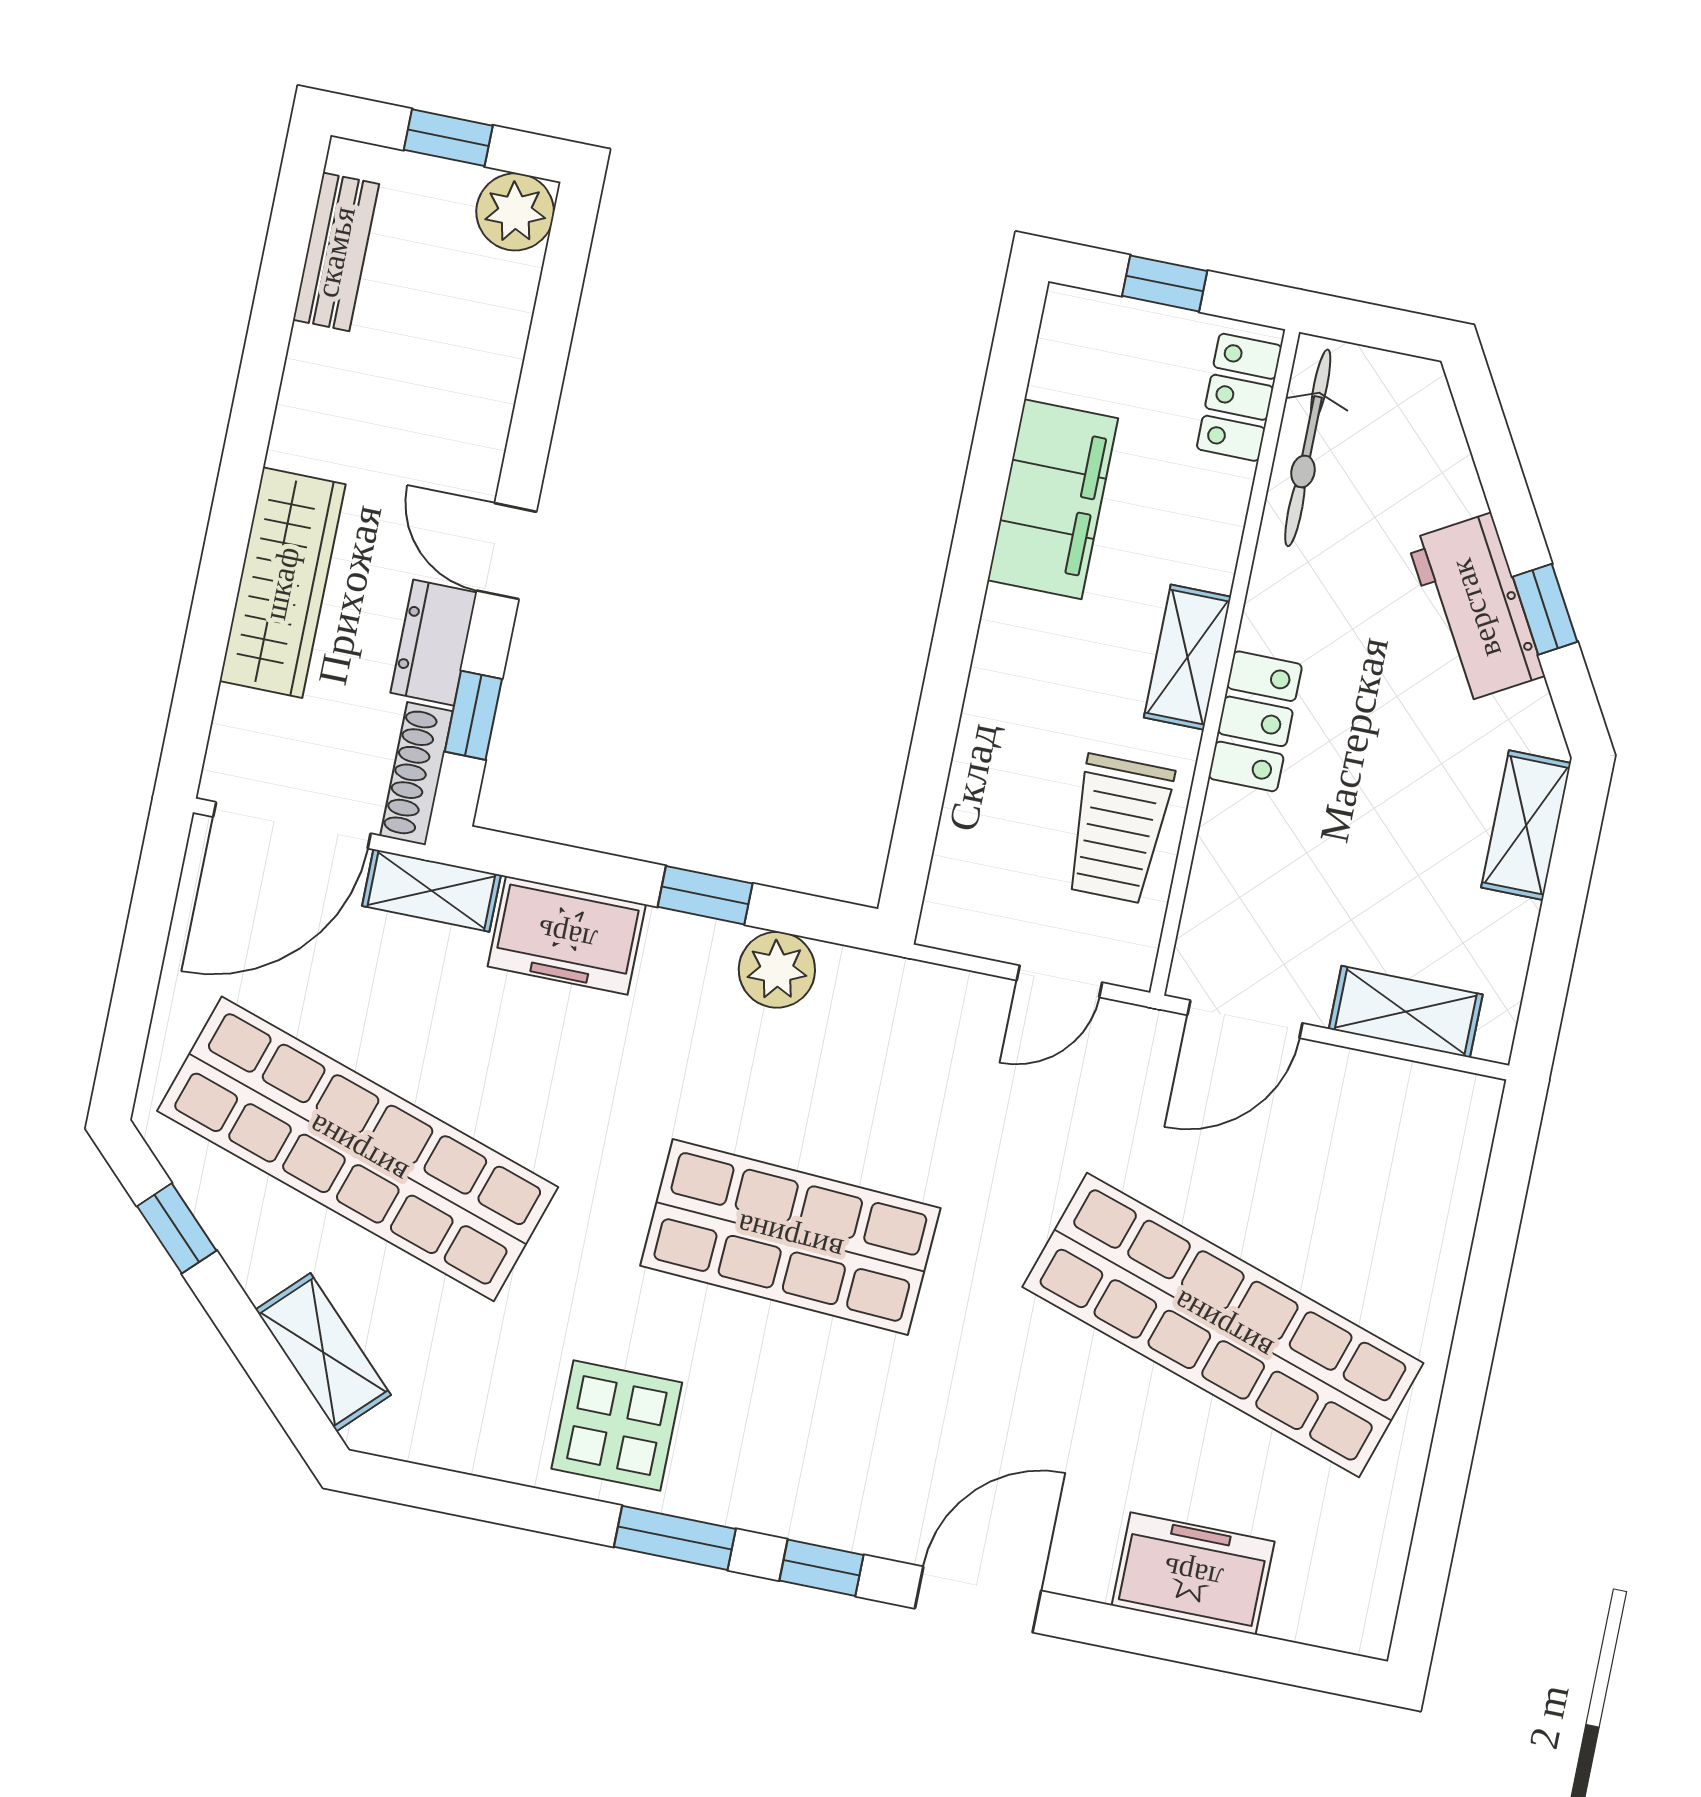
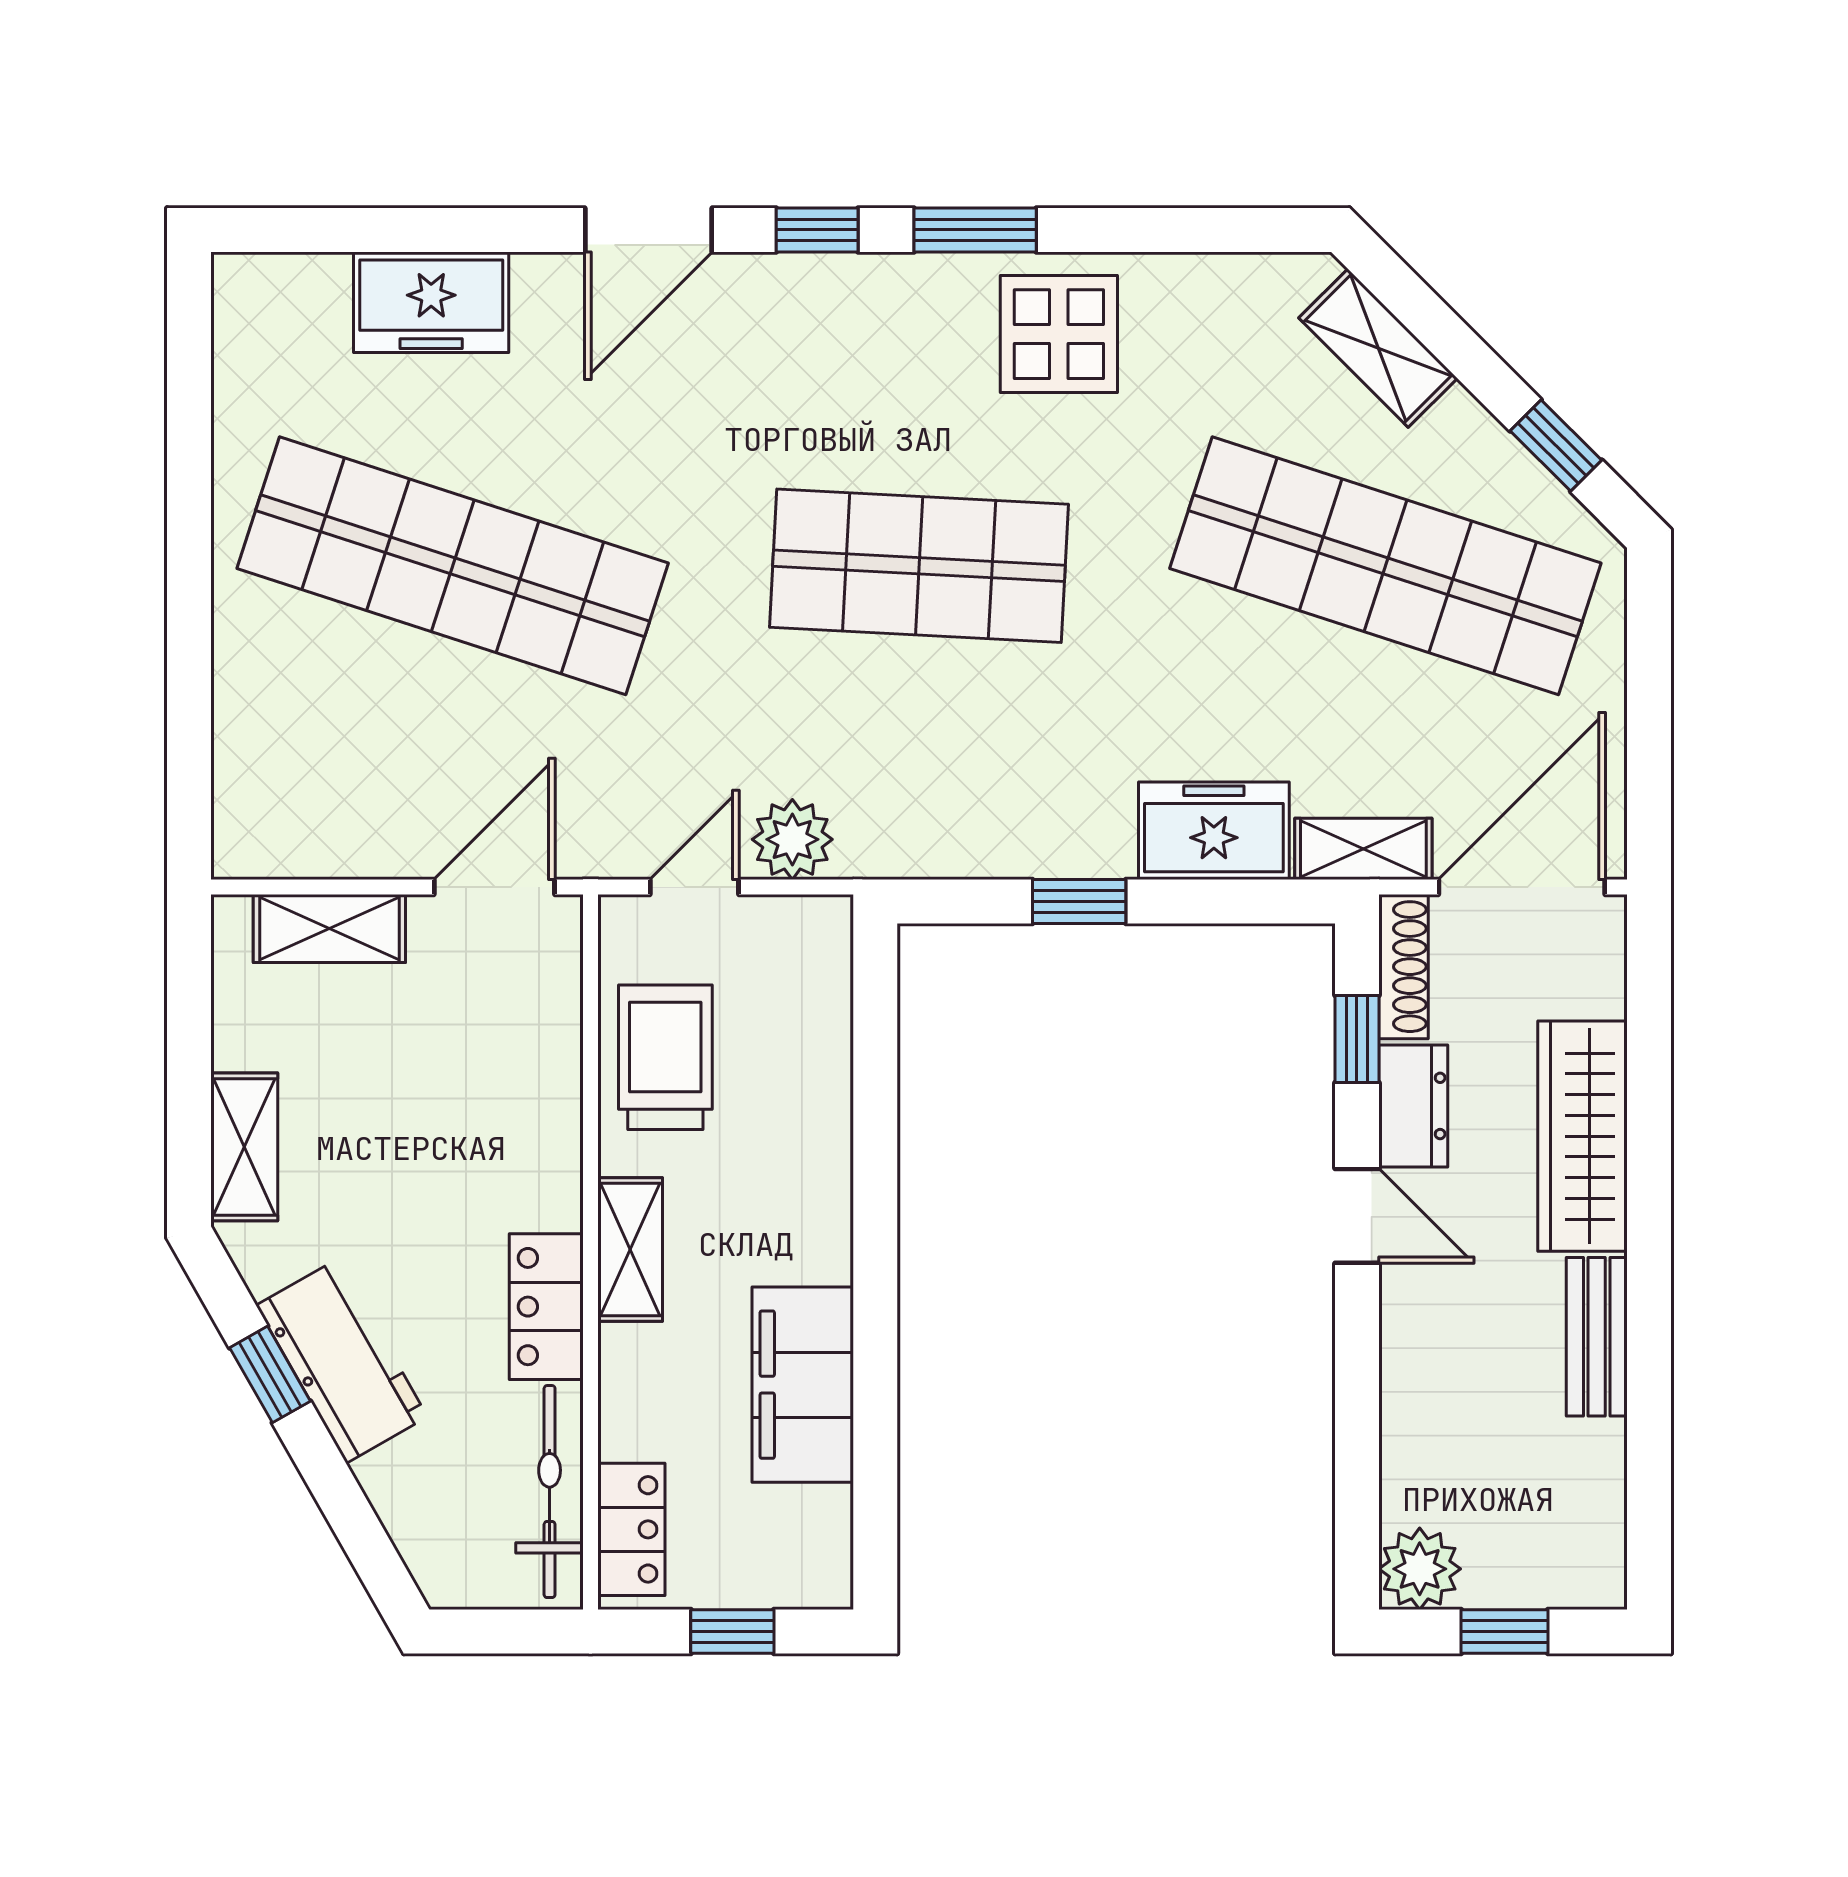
bench: (336, 252) -> (1597, 1337), moved
locker: (1255, 721) -> (546, 1307), moved
plant: (777, 970) -> (792, 839), moved

